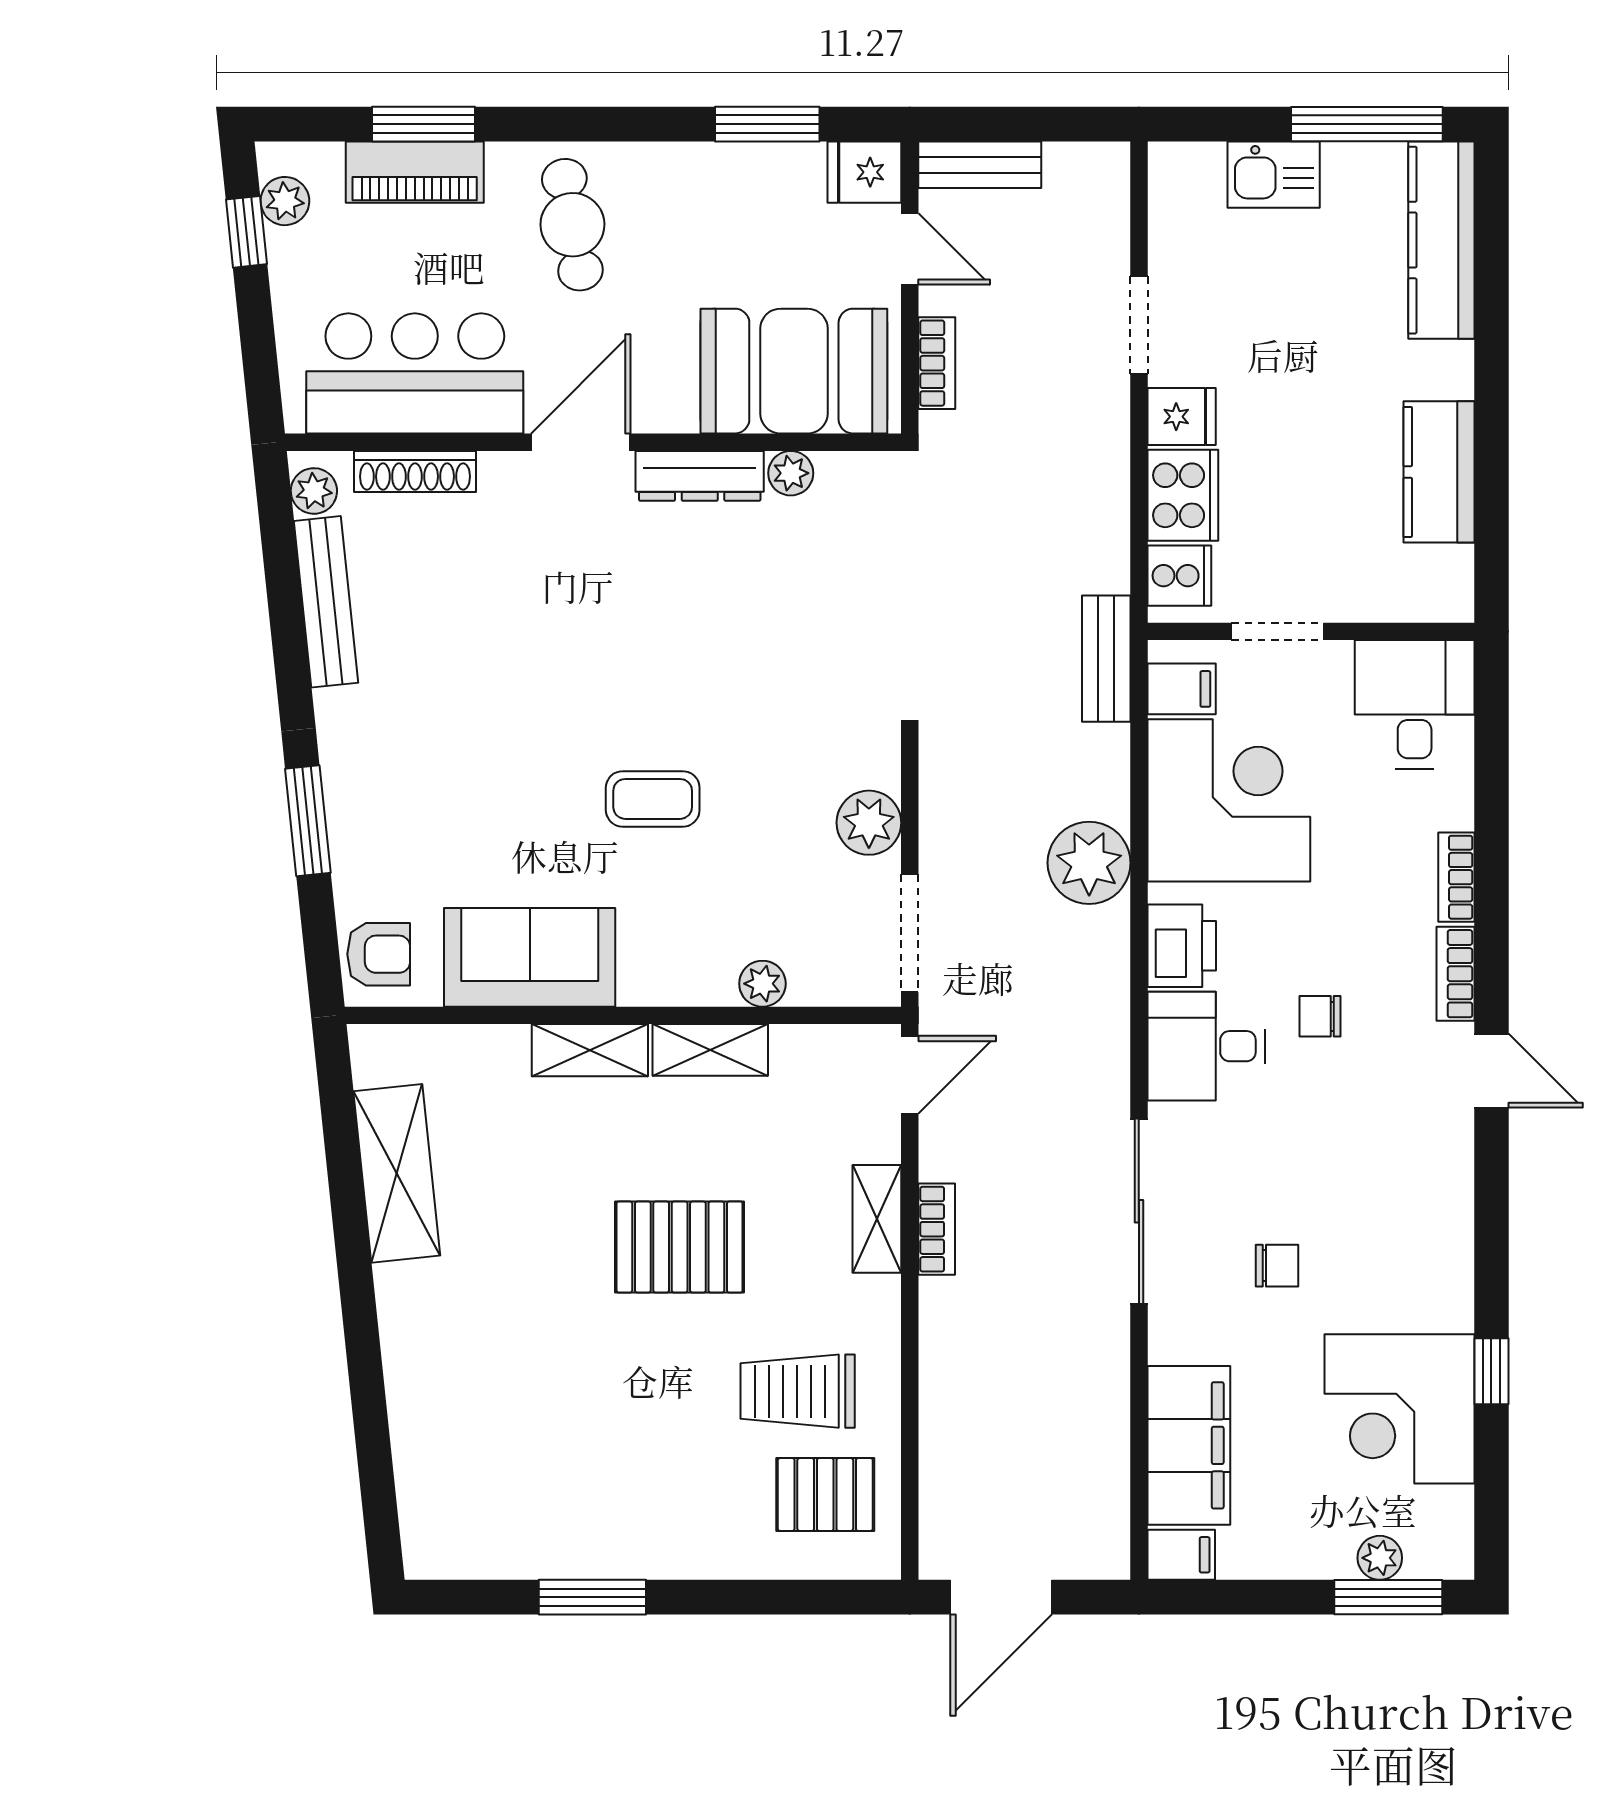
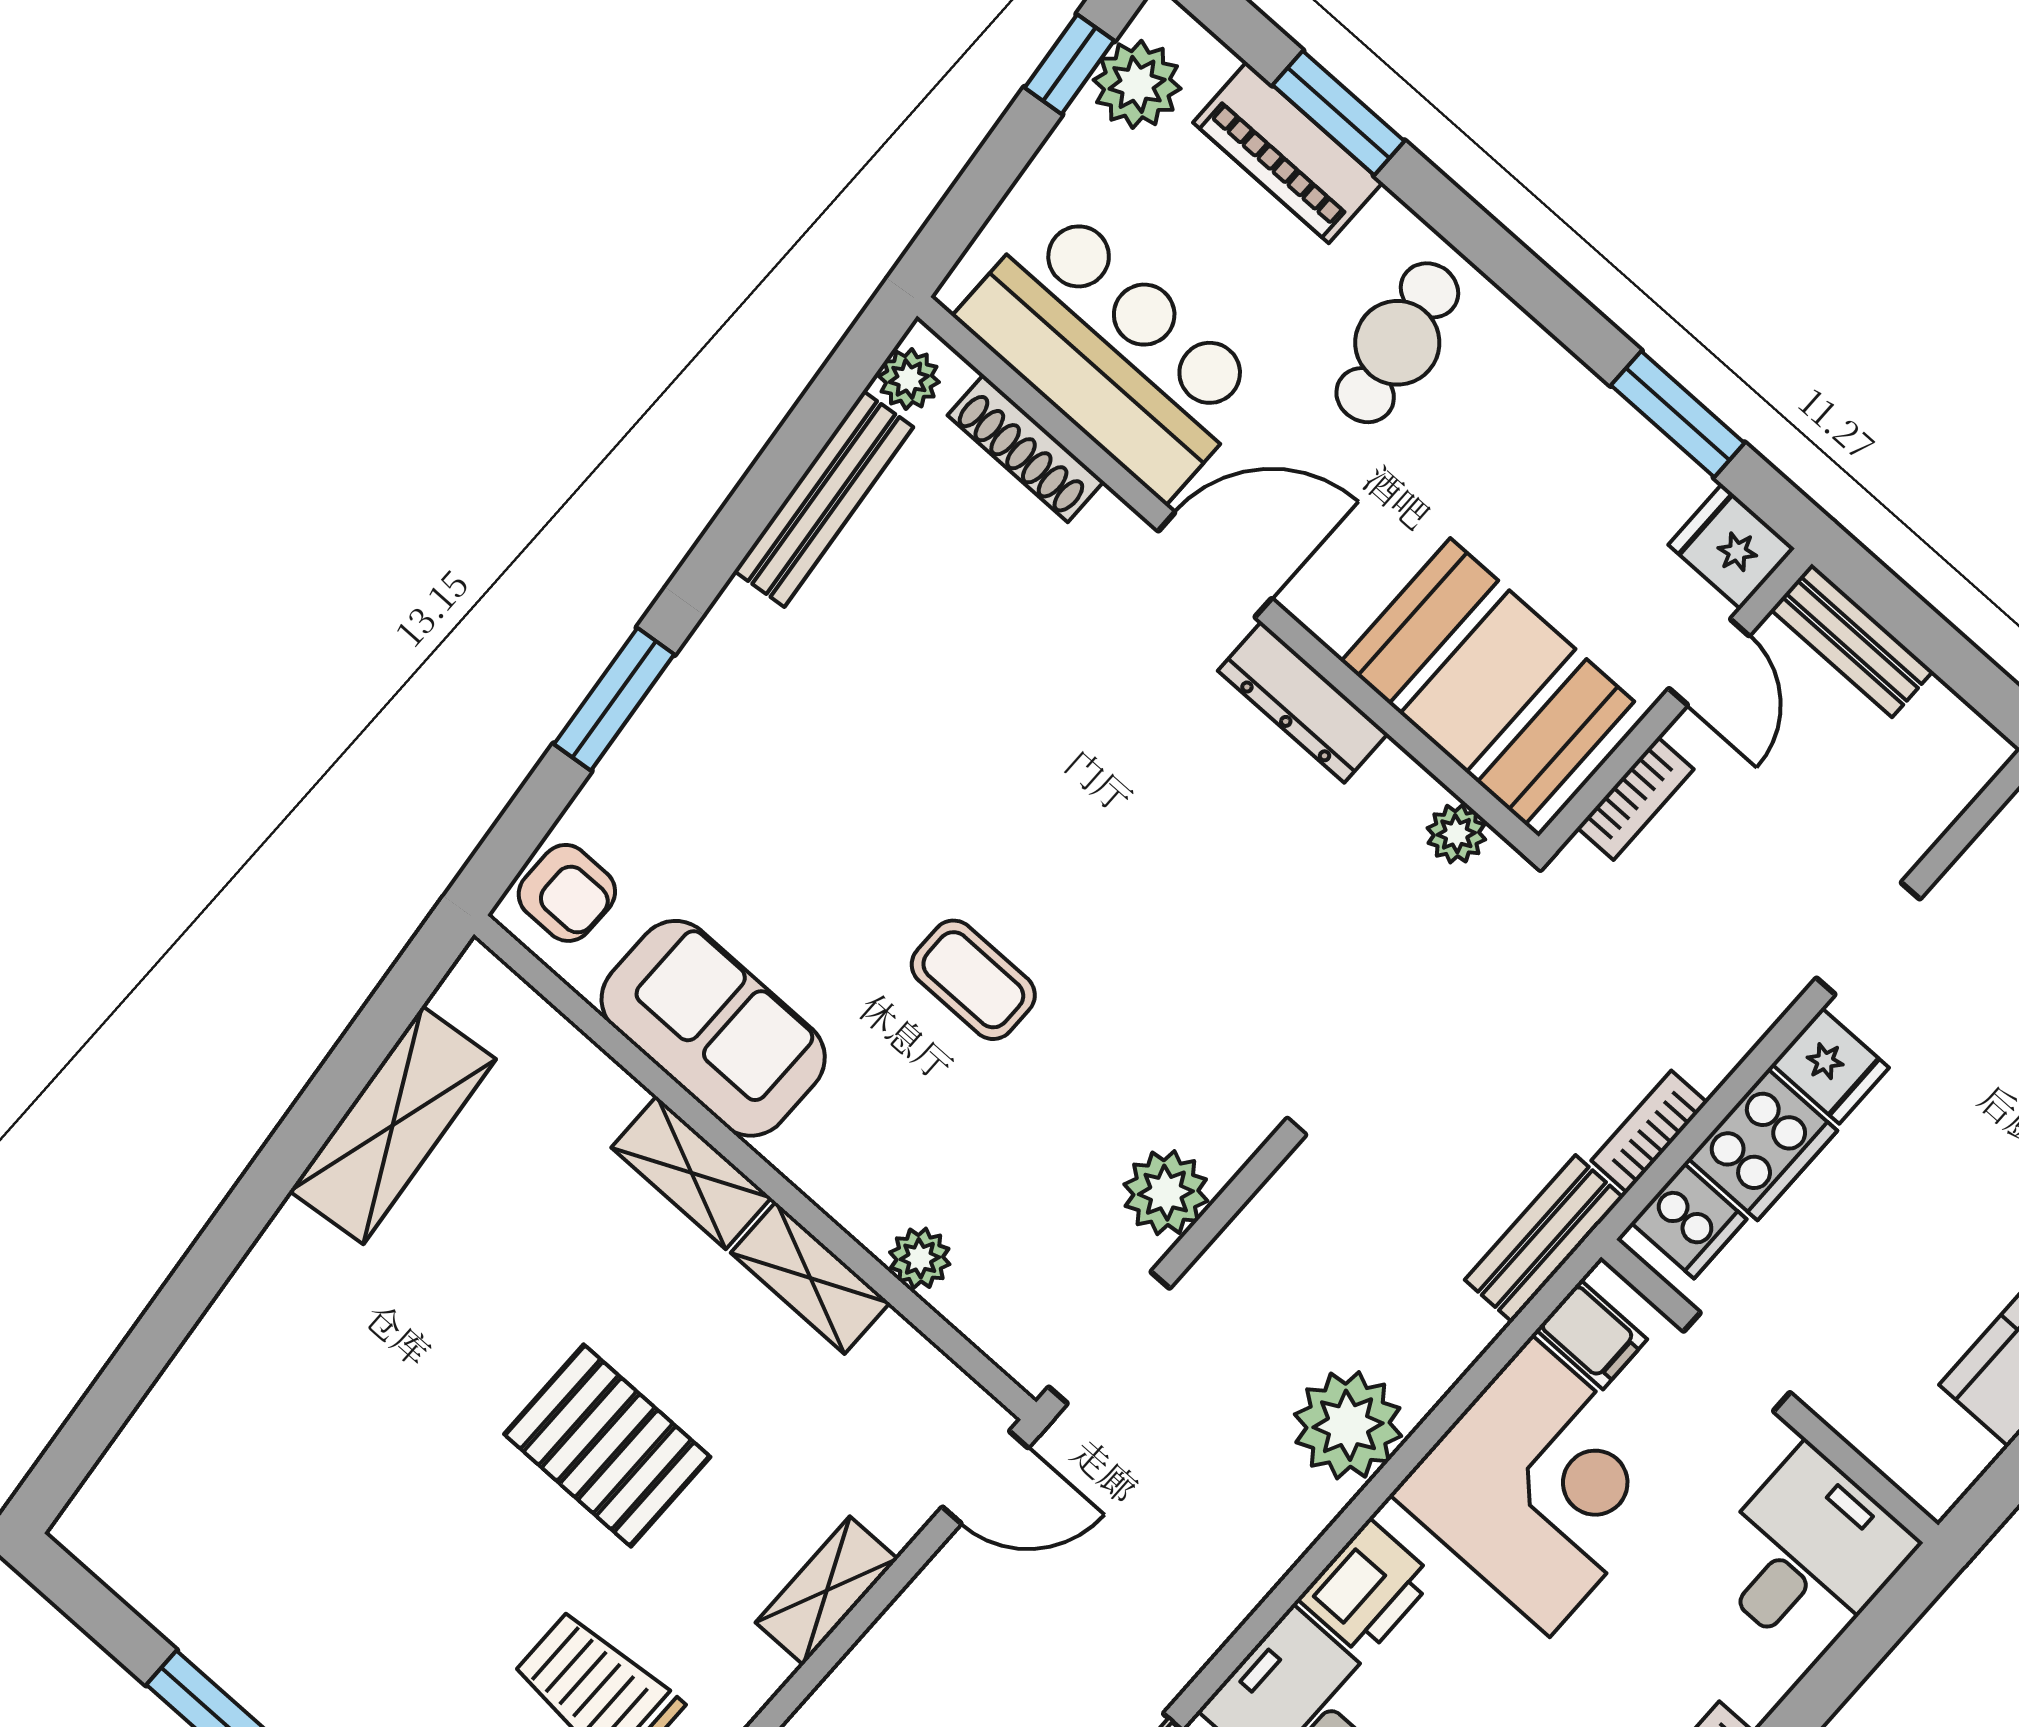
plant: (285, 201) -> (1137, 84), width x1.38, depth x1.38
plant: (791, 473) -> (1456, 834), moved
bookcase: (937, 1229) -> (1649, 1132), moved, turned 180

